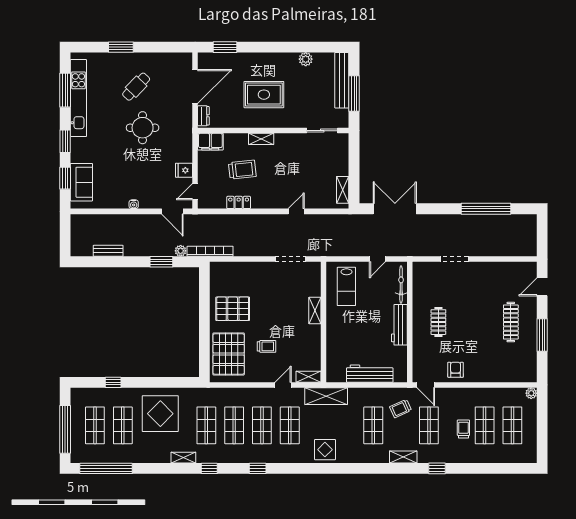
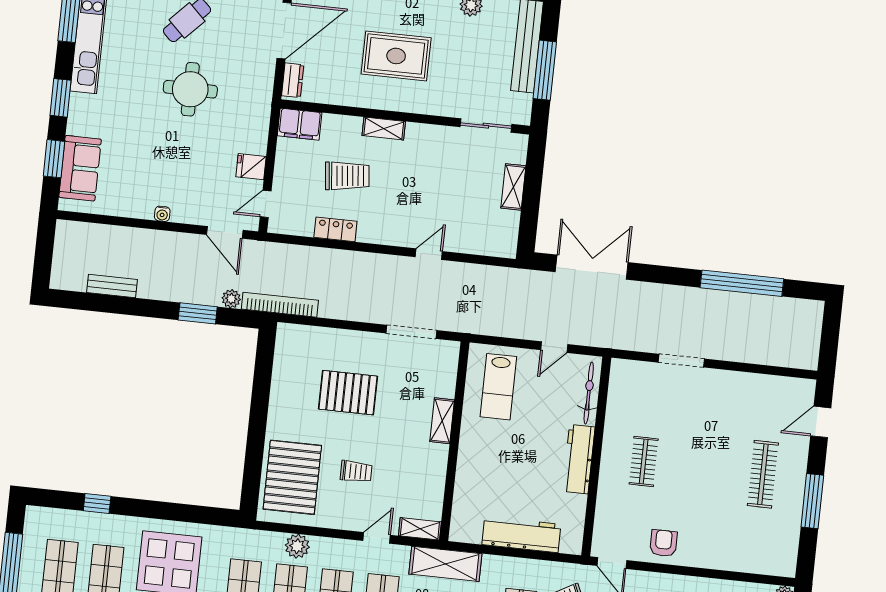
shelving: (343, 190) -> (513, 187), moved
pallet: (233, 309) -> (348, 393), moved
plant: (236, 395) -> (297, 546), added

